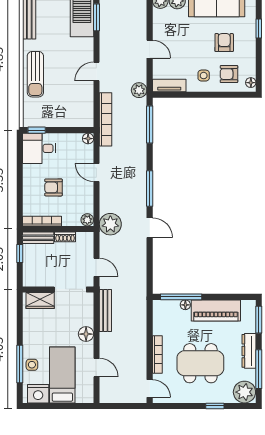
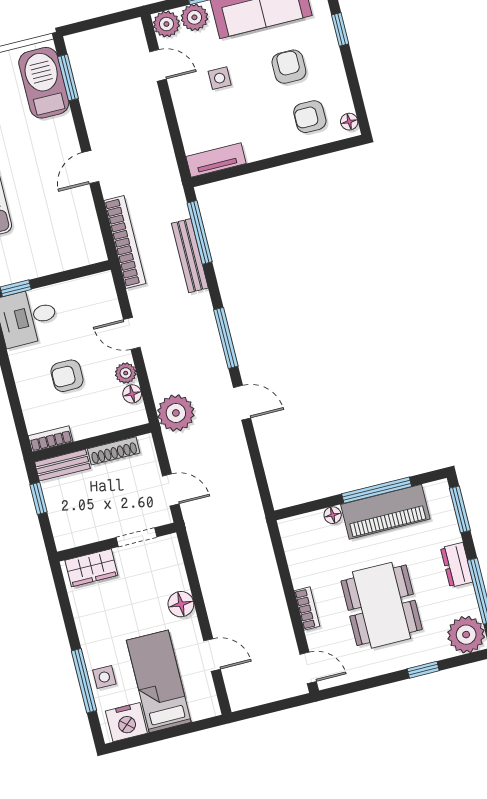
door: (150, 49) -> (158, 65), moved
side table: (204, 76) -> (220, 78), moved
plant: (139, 90) -> (168, 180), removed
floor lamp: (88, 139) -> (132, 394), moved
plant: (87, 220) -> (126, 373), moved
bookcase: (42, 221) -> (51, 439), width x0.64
shoe rack: (65, 237) -> (114, 451), width x1.43
doorway: (70, 289) -> (137, 537), width x0.73
window: (181, 297) -> (377, 490), moved
bench: (105, 310) -> (190, 256), moved
dresser: (249, 351) -> (457, 565), width x0.70
bookcase: (157, 355) -> (307, 609), width x0.64
dining table: (200, 363) -> (382, 605), turned 90

